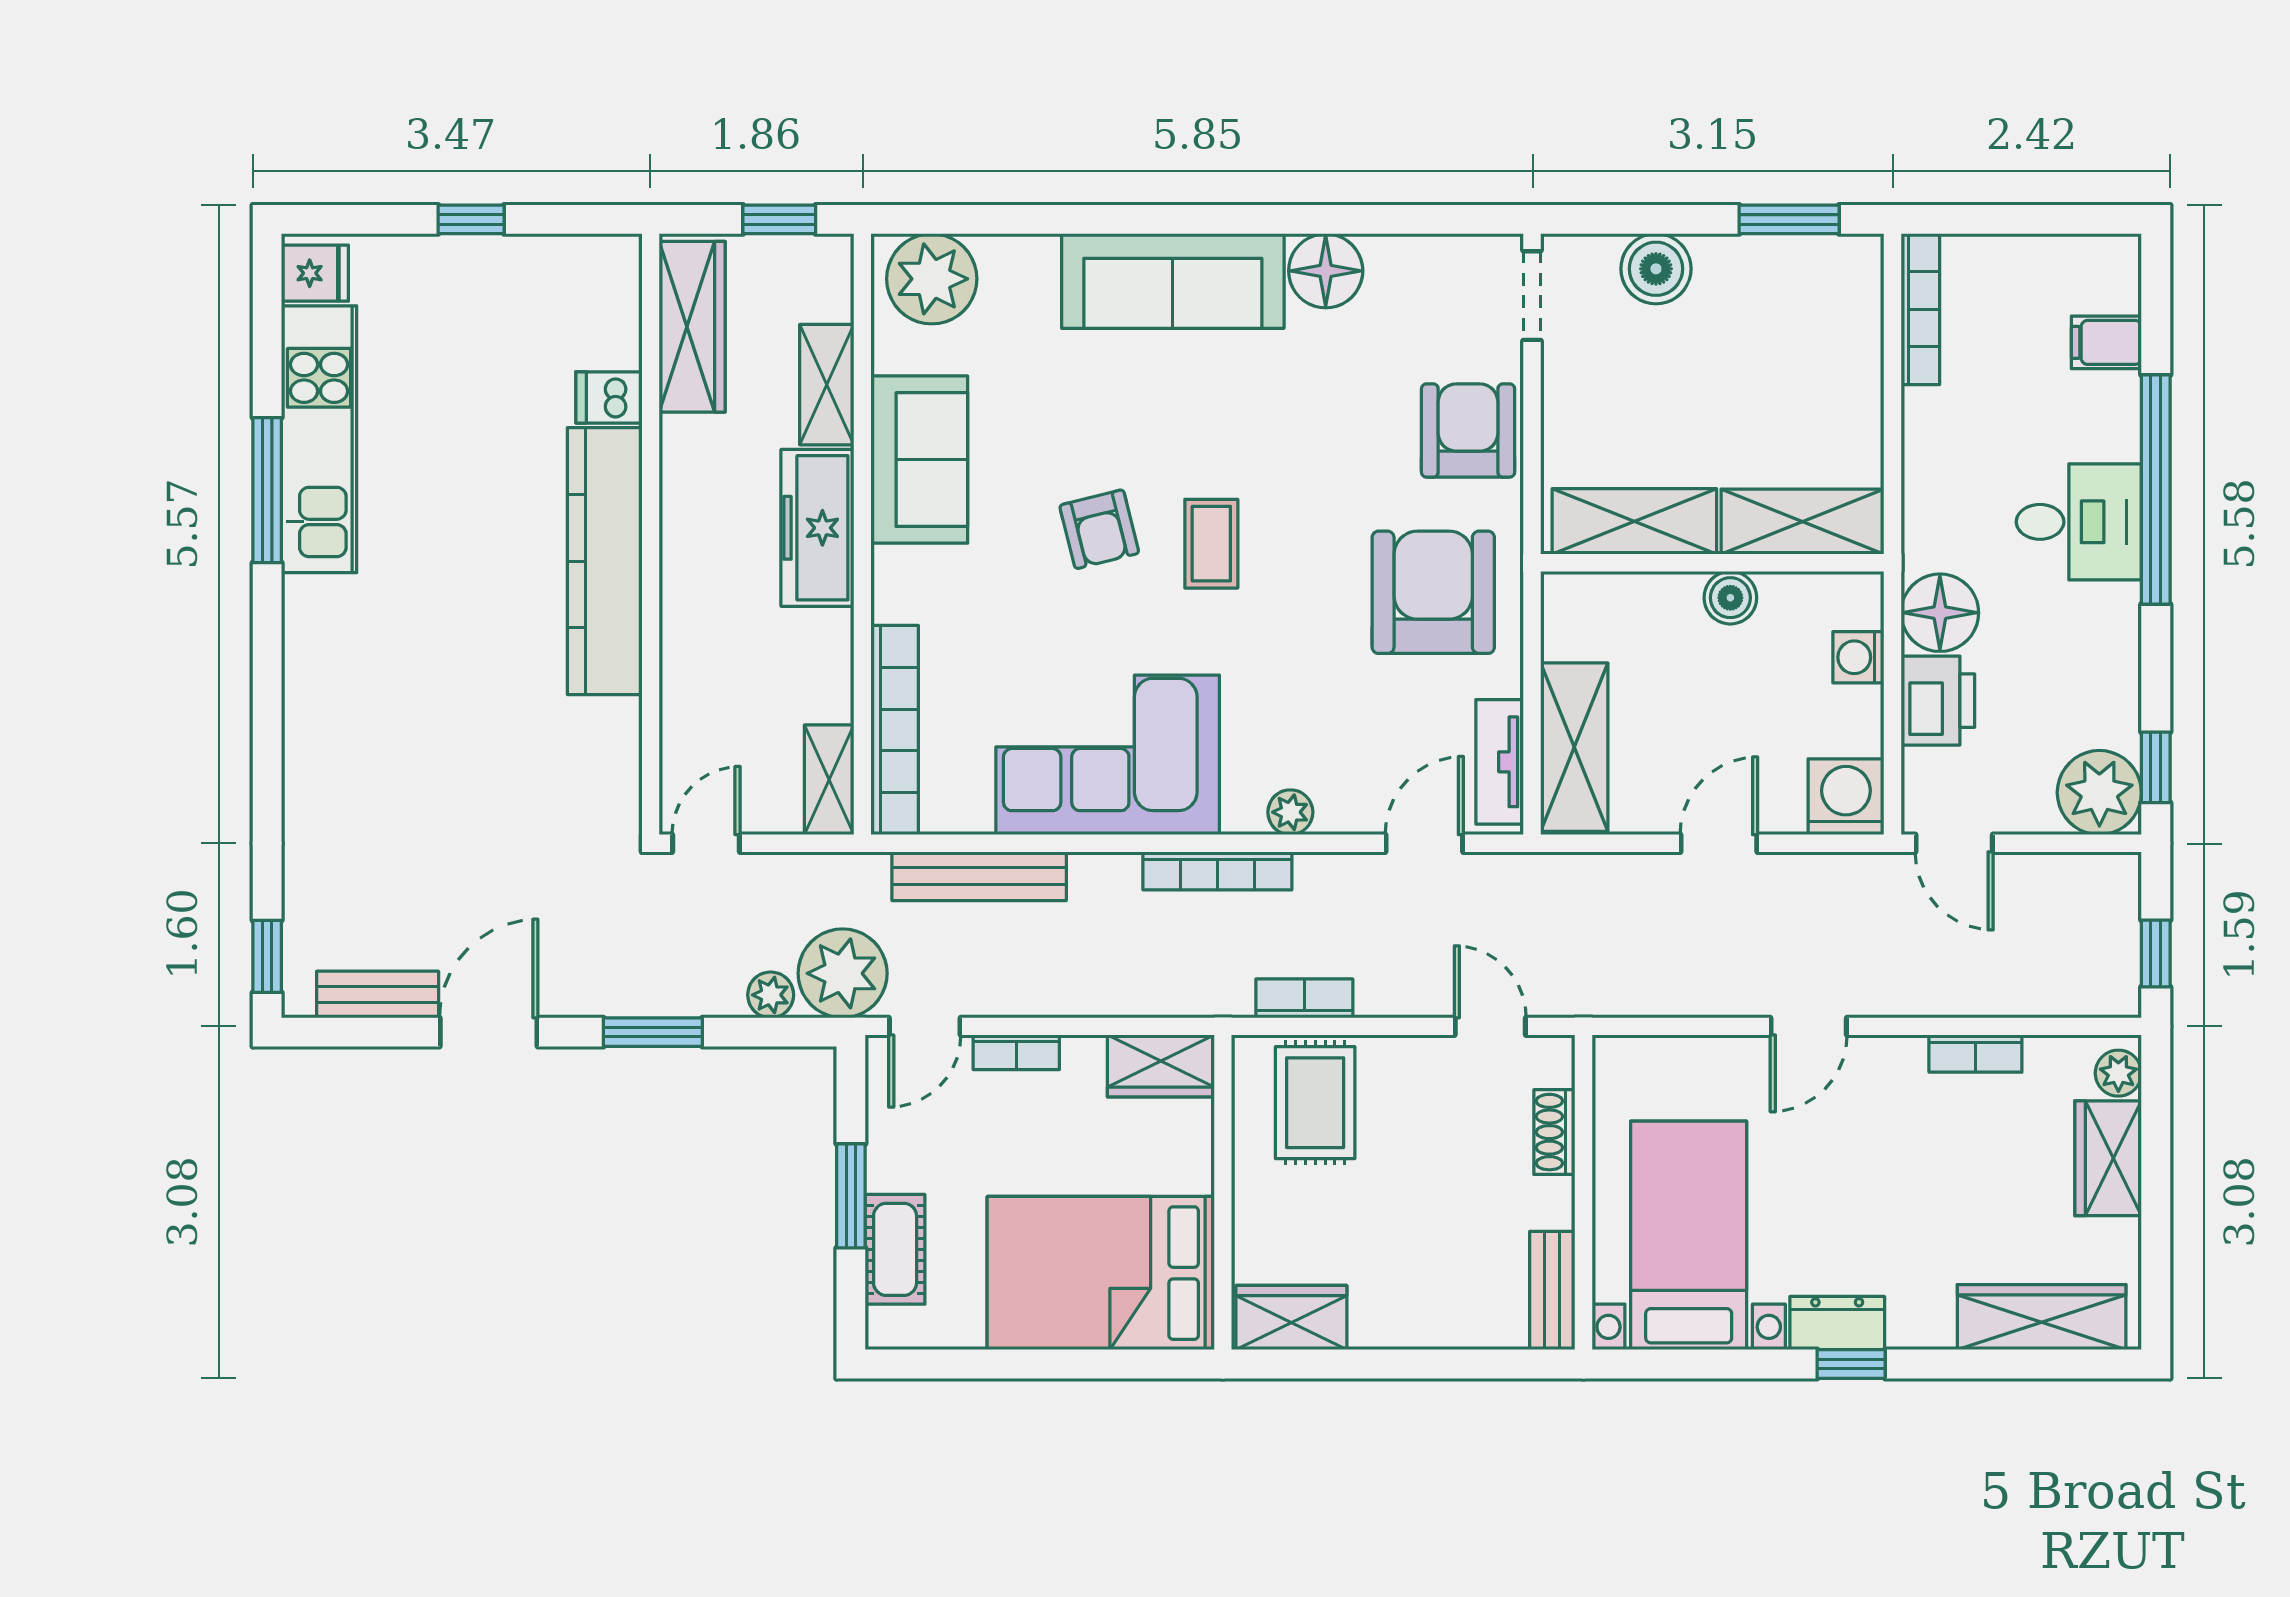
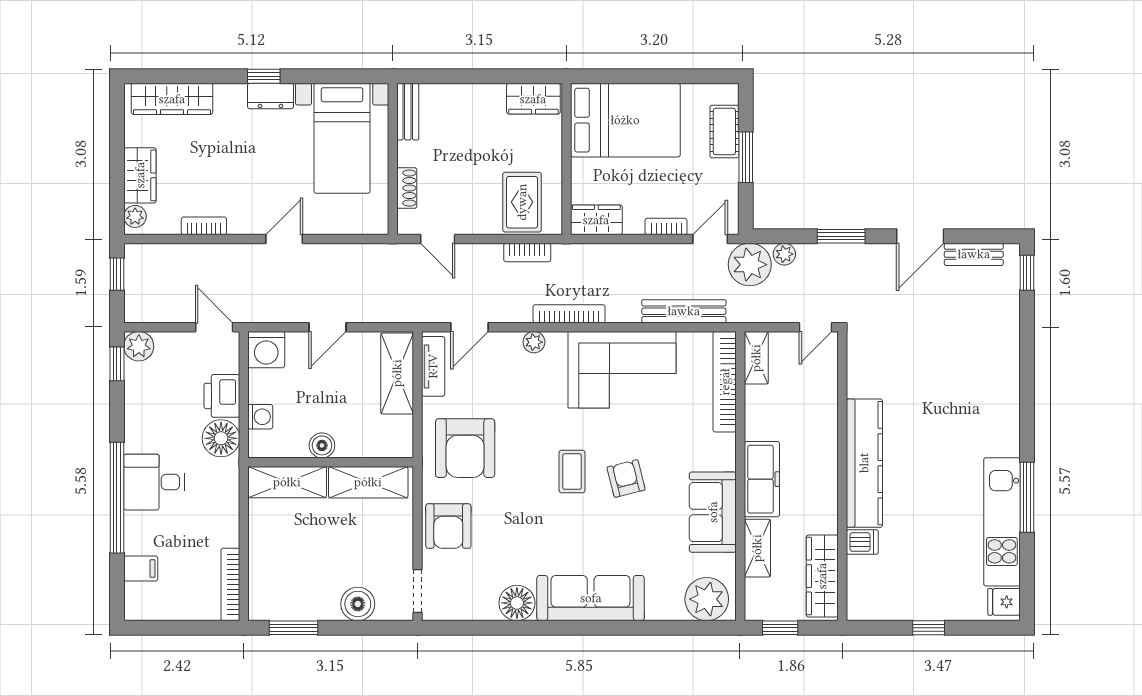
plant: (2099, 793) -> (139, 346), width x0.73, depth x0.73

